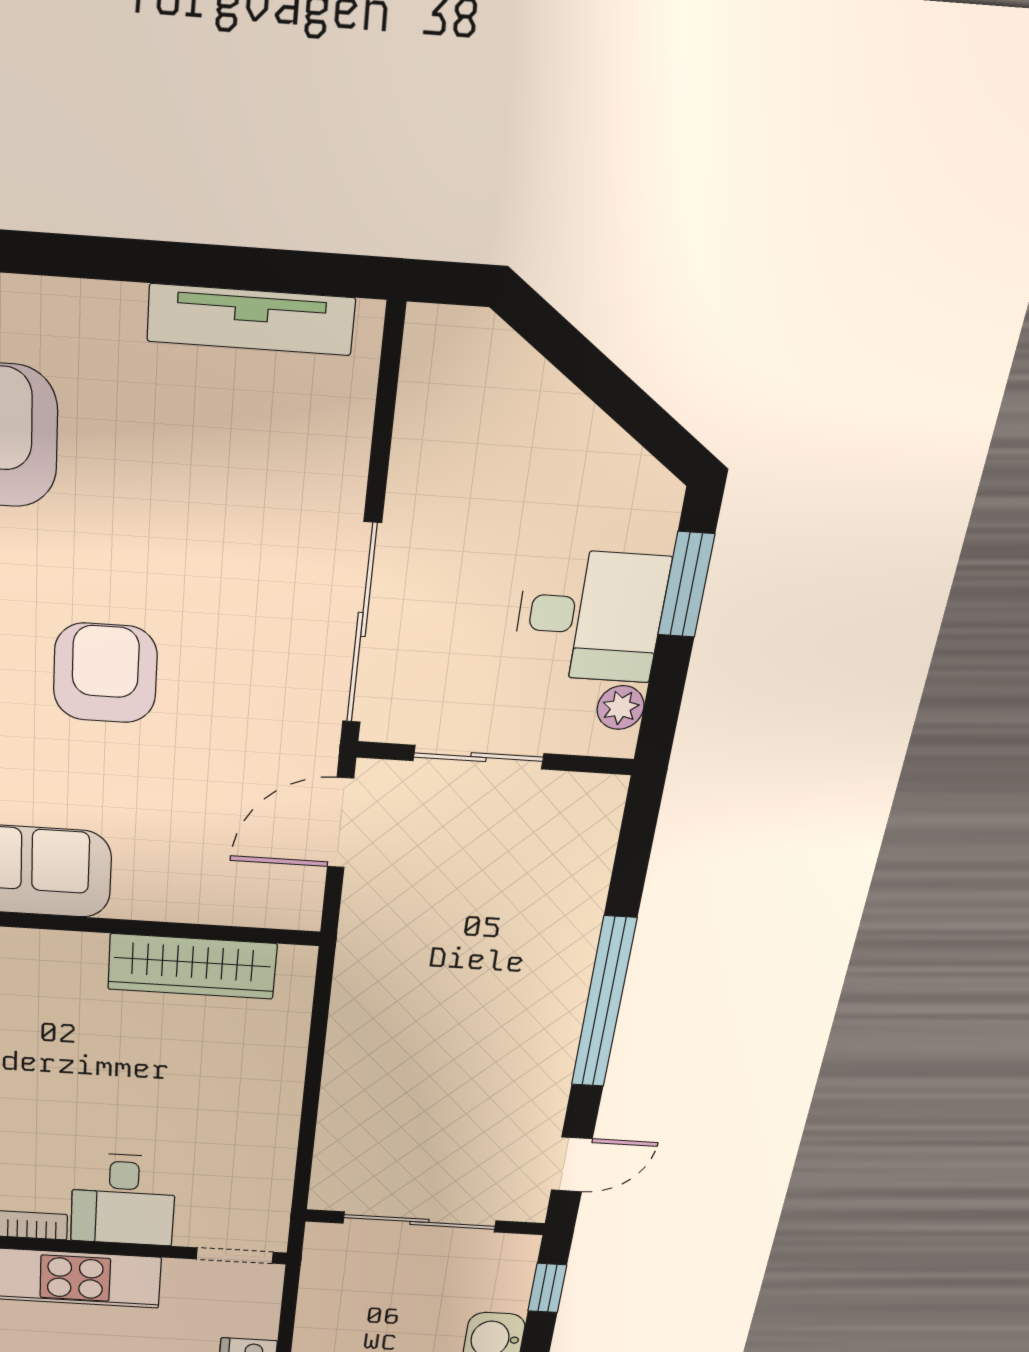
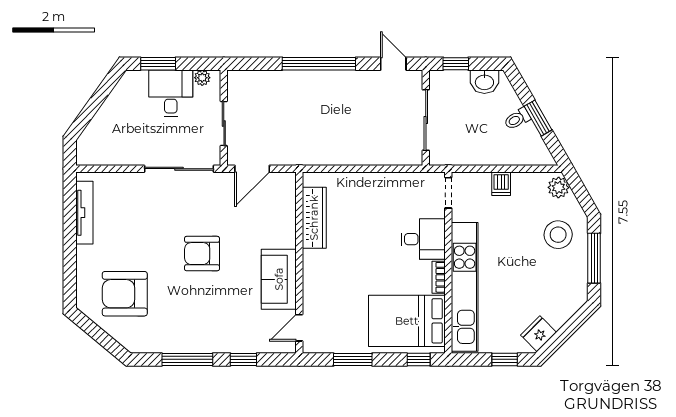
door: (340, 823) -> (252, 169), hinge flipped

